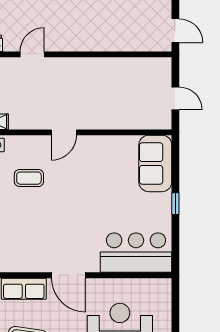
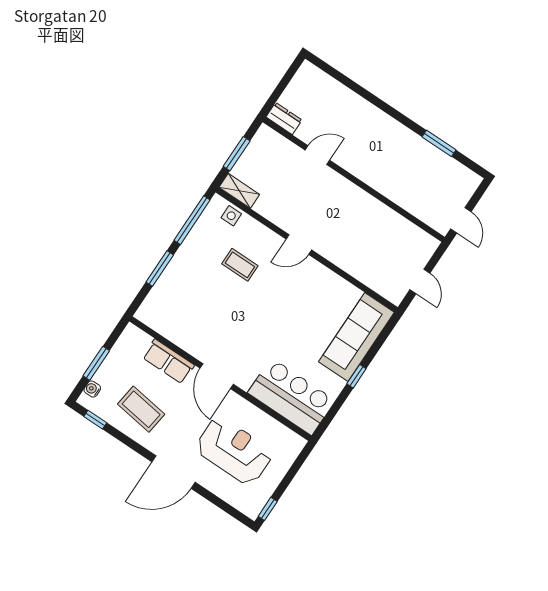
sofa: (155, 163) -> (356, 337), width x1.36

